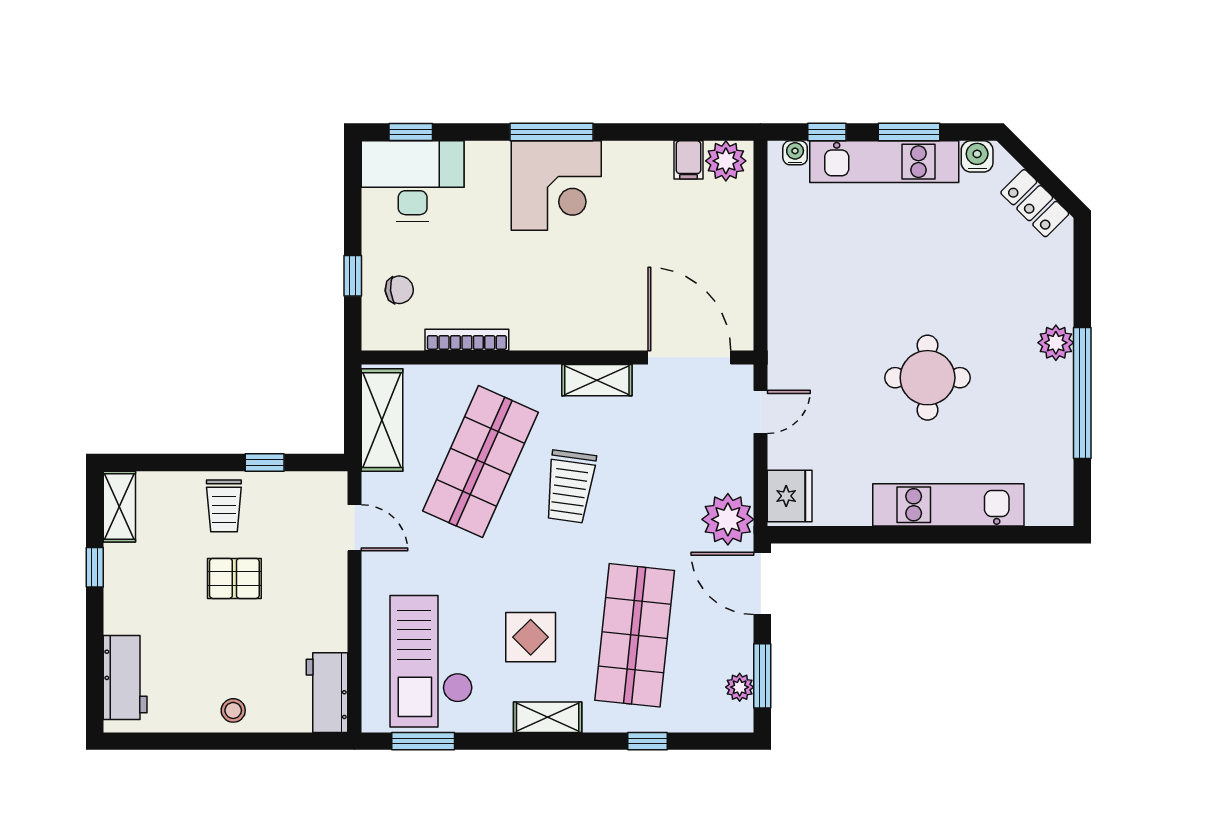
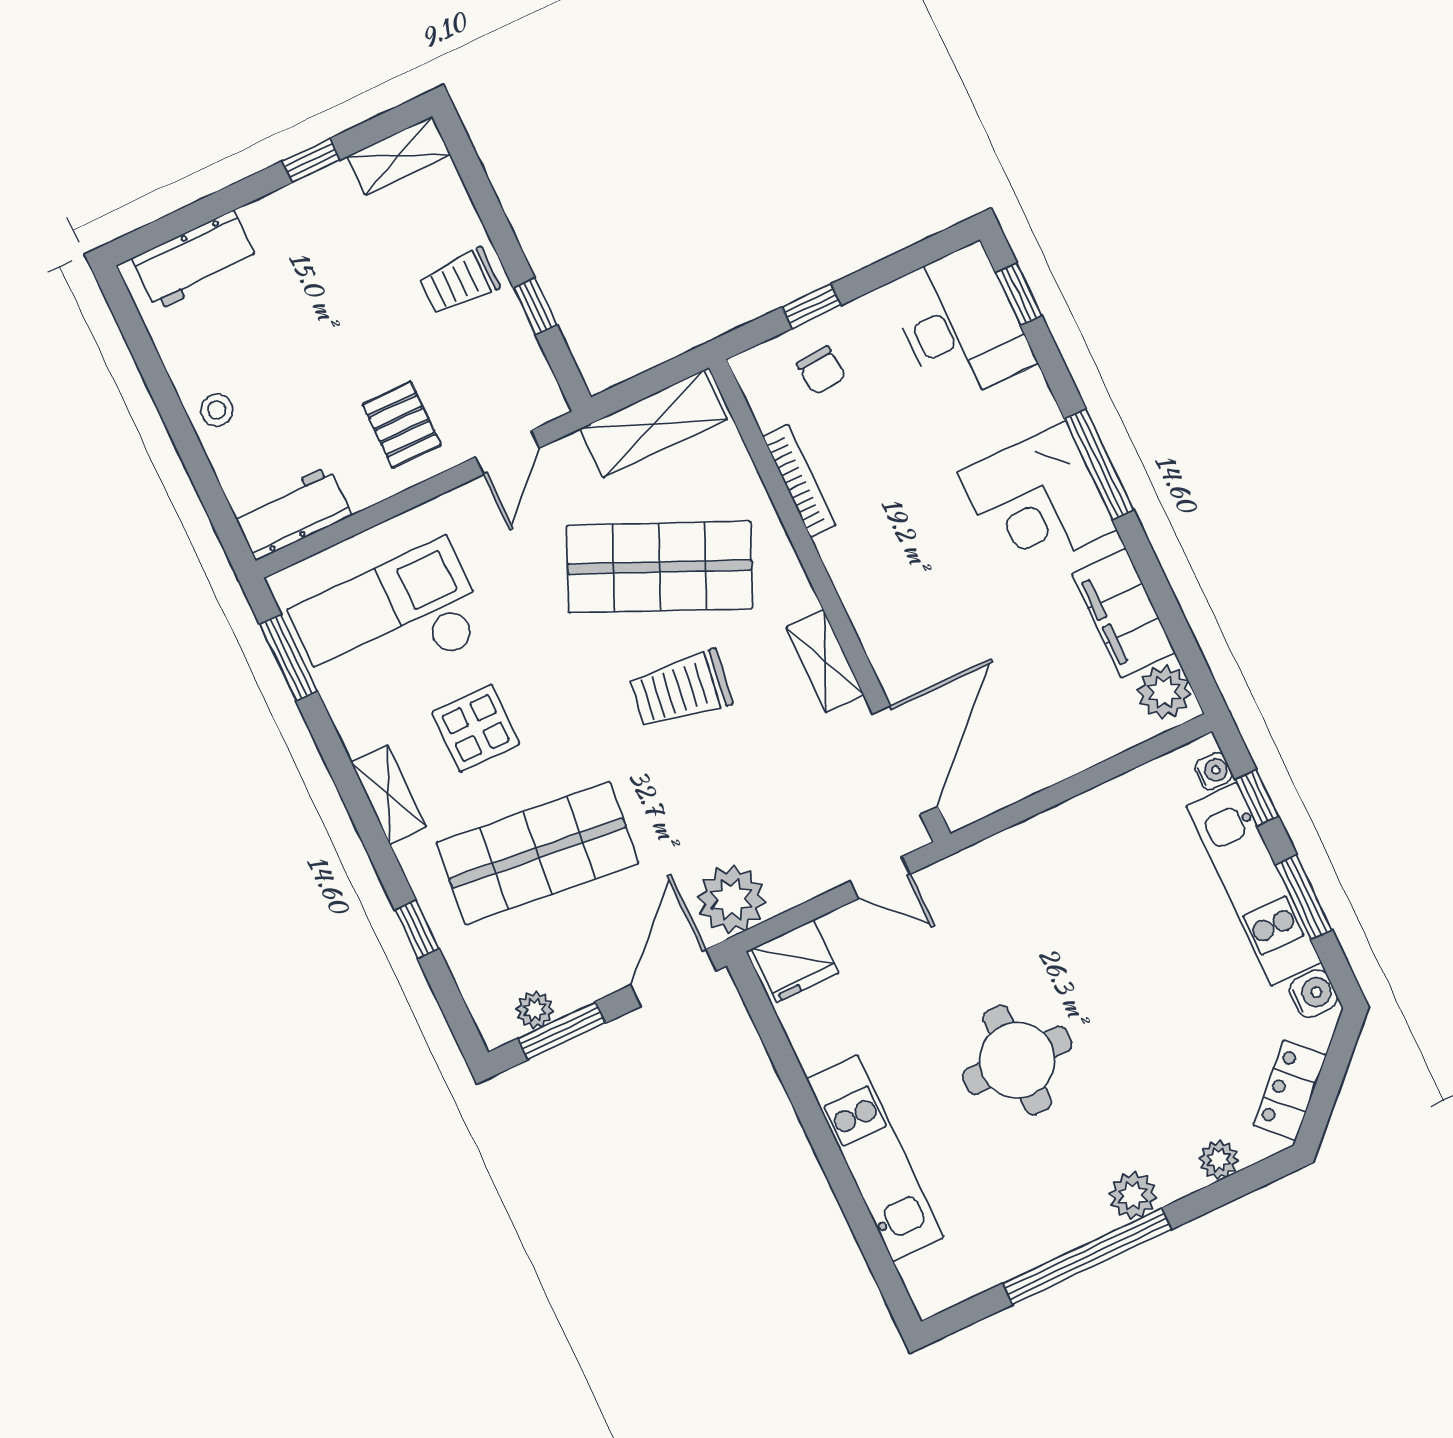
filing cabinet: (688, 160) -> (1124, 613), width x3.00, depth x1.17
plant: (1059, 273) -> (1219, 1160), added
pallet: (234, 578) -> (402, 425), moved

